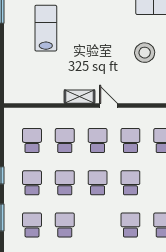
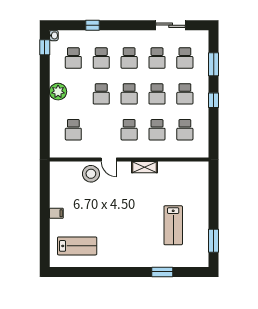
stool: (145, 53) -> (91, 174), moved
door: (108, 106) -> (109, 159), moved
school desk: (130, 141) -> (129, 58), moved

